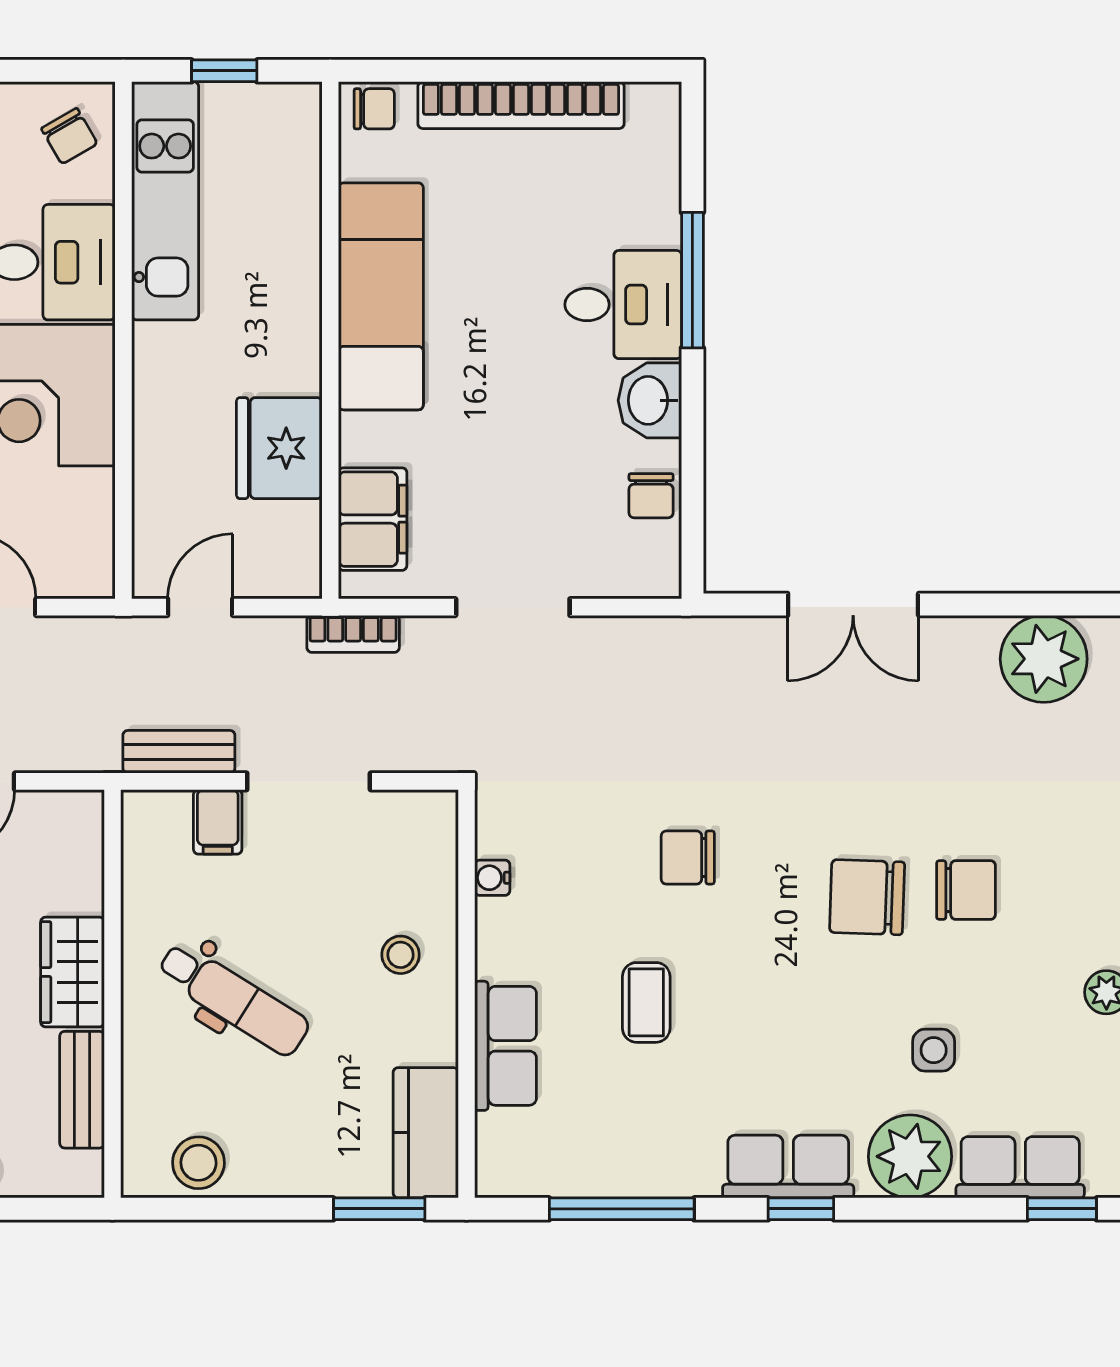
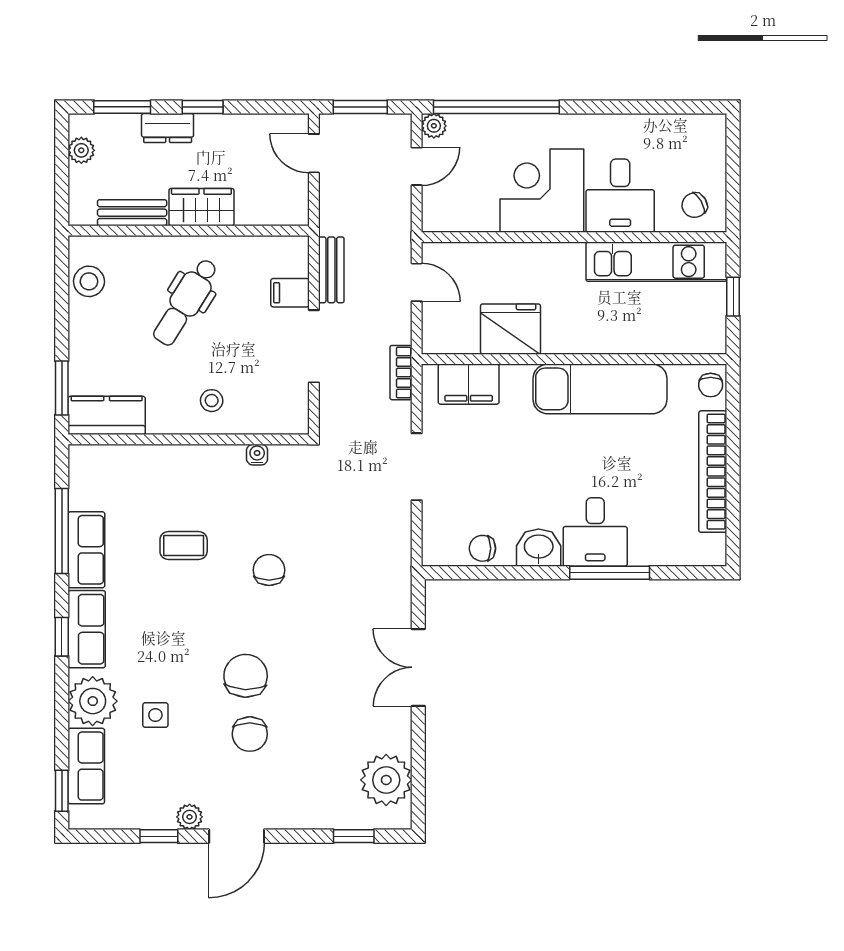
row of seats: (506, 1046) -> (86, 550), moved, turned -90

